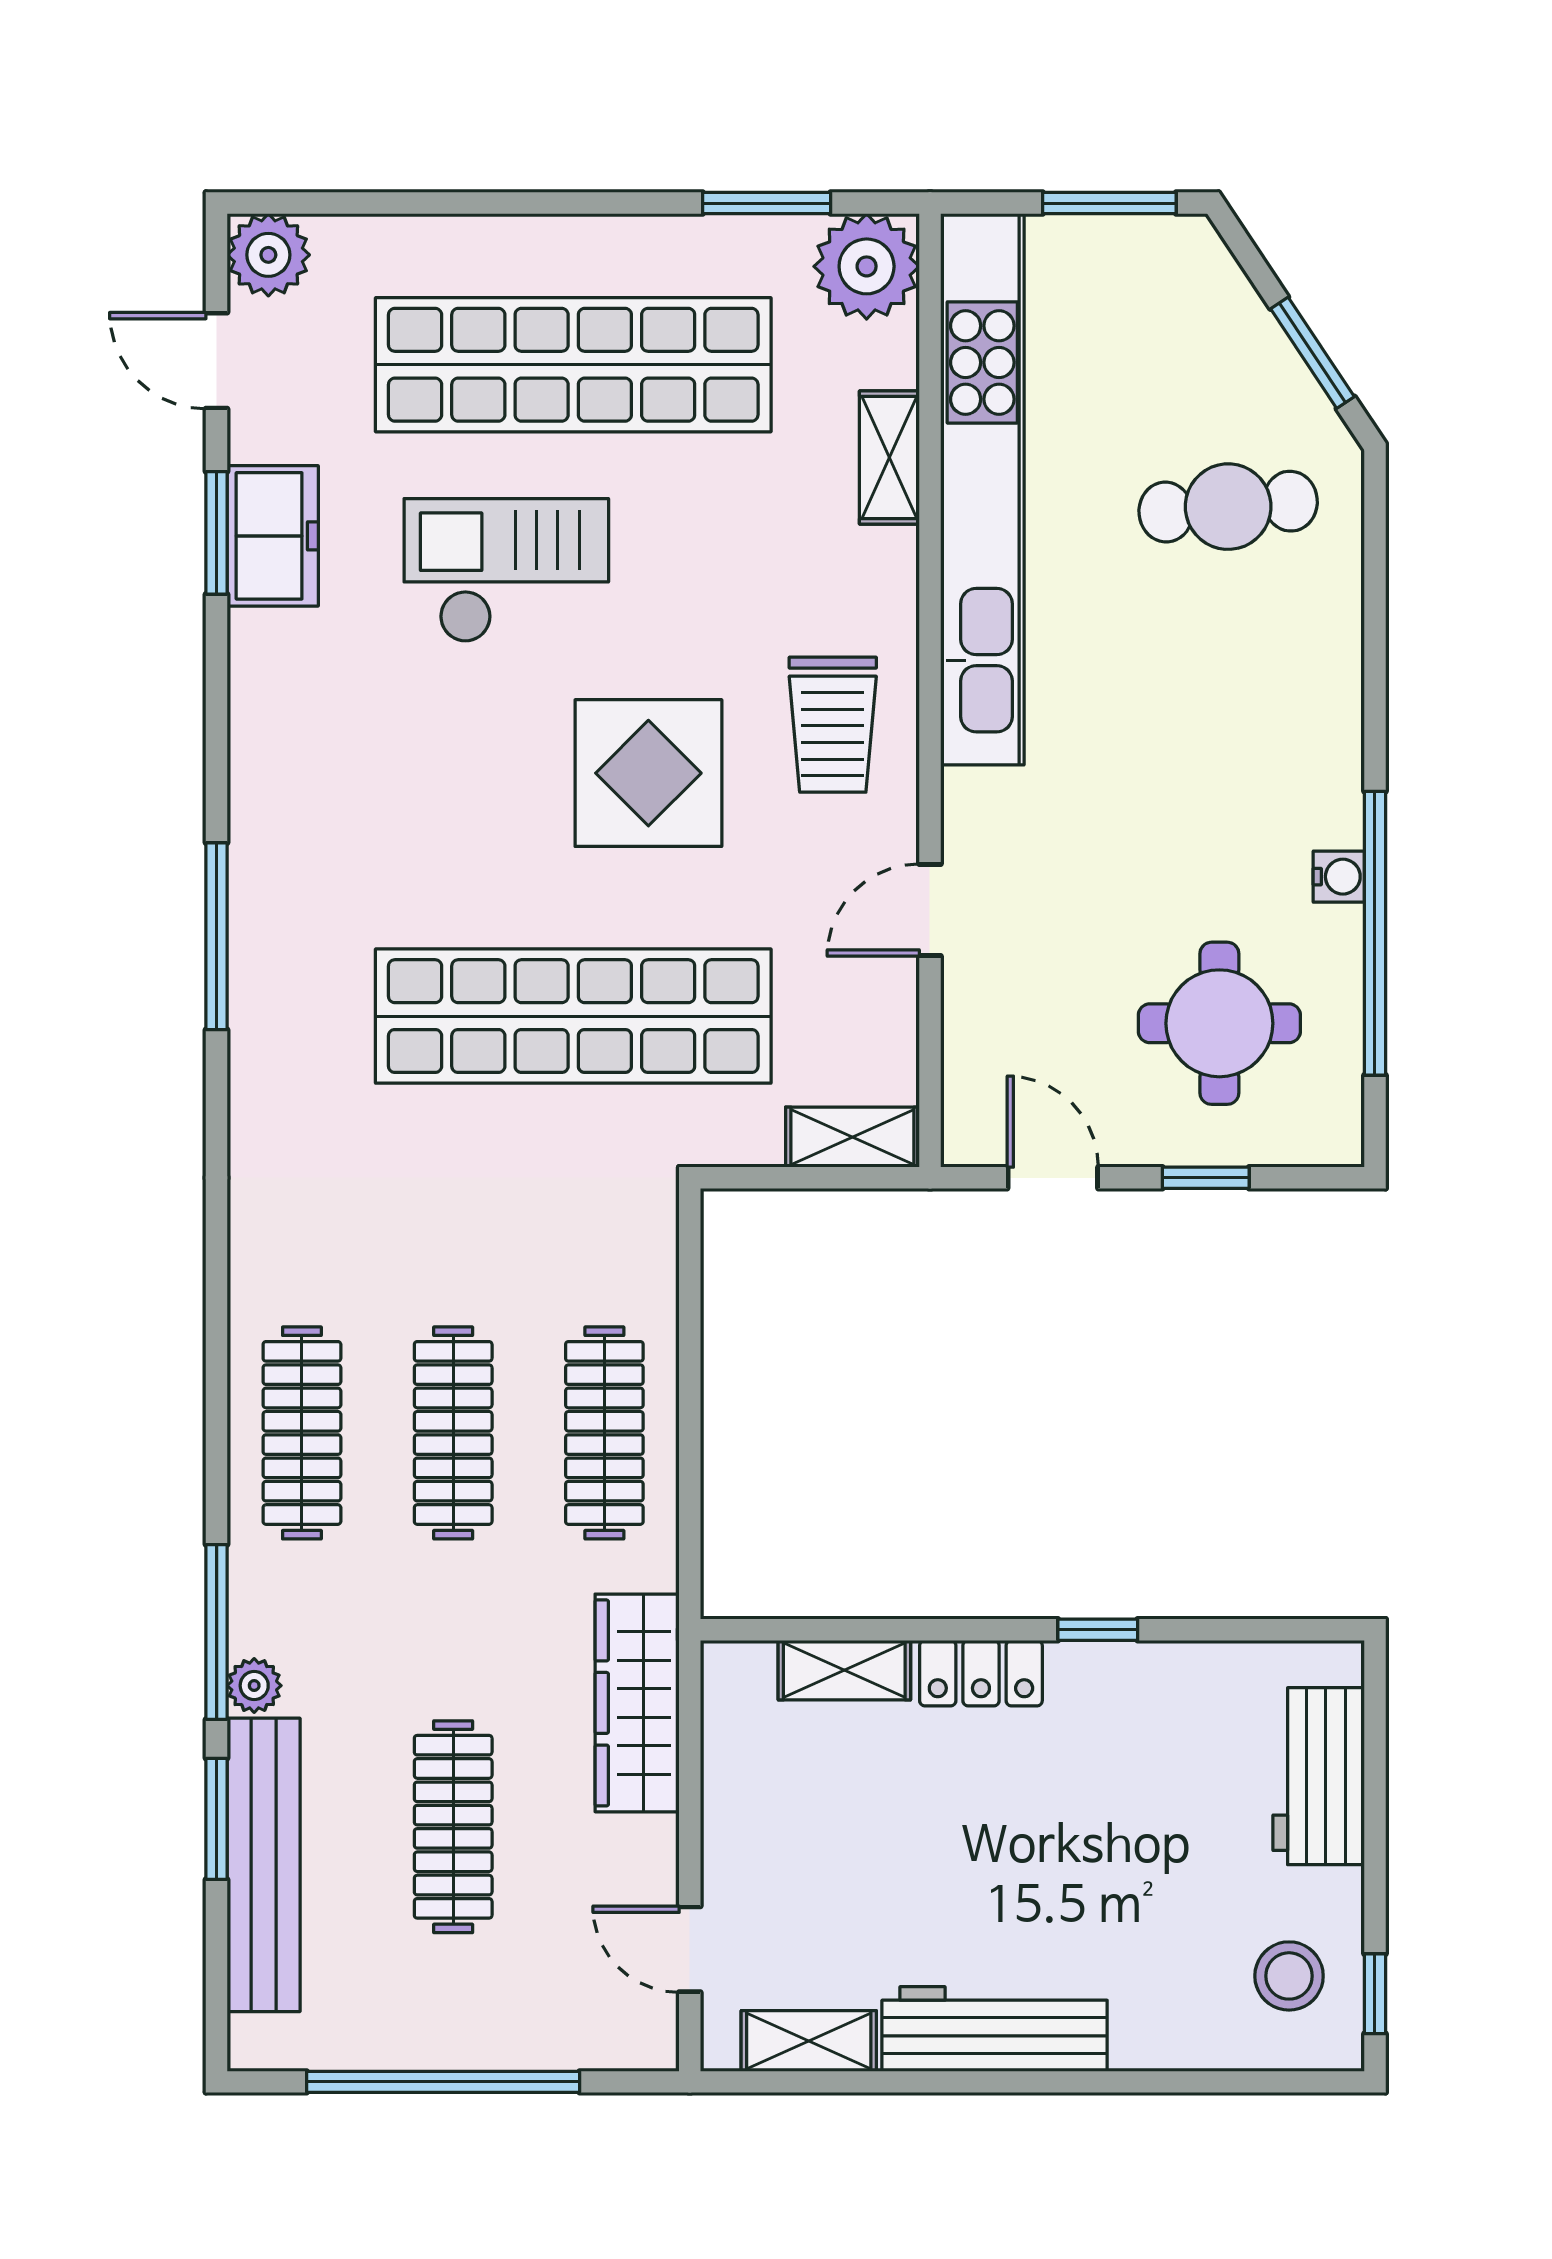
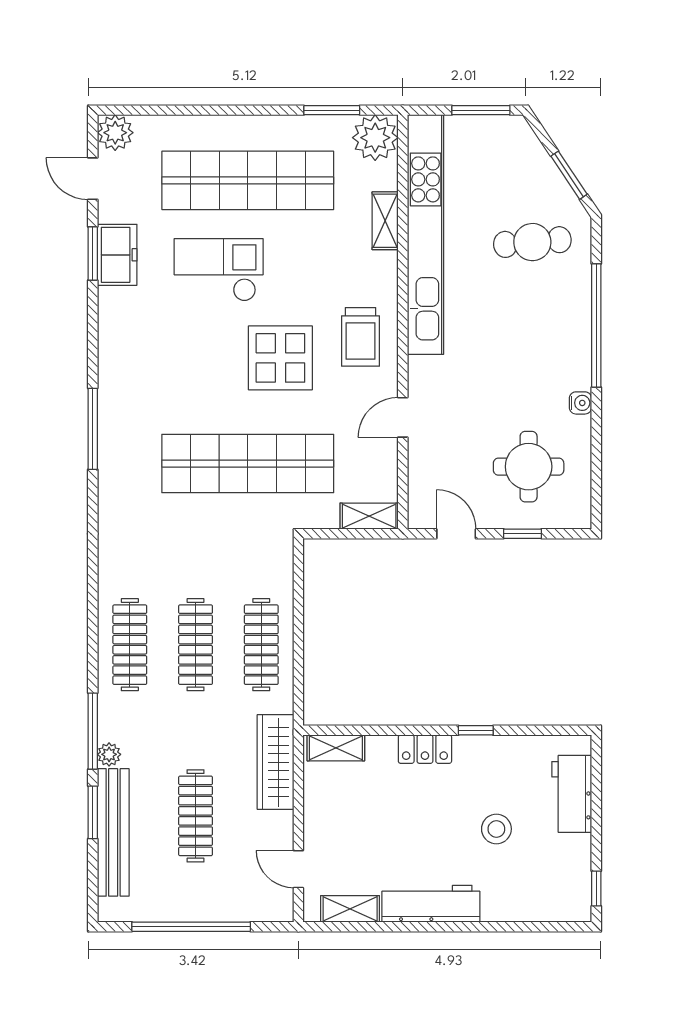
window: (1375, 933) -> (596, 325), moved
shelving: (844, 1670) -> (336, 748), moved
stool: (1289, 1976) -> (496, 829), moved

